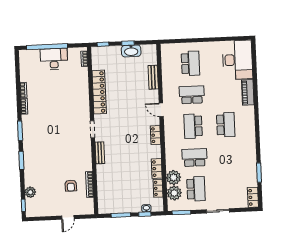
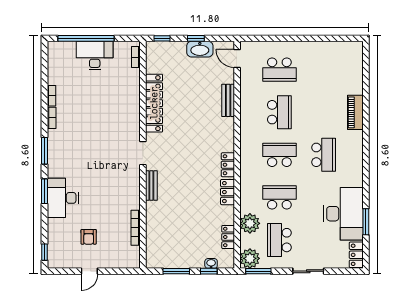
desk: (237, 60) -> (343, 214), moved
school desk: (190, 63) -> (279, 70), turned 90
bench: (153, 77) -> (228, 100), moved
school desk: (192, 95) -> (279, 112), turned 90
door: (161, 110) -> (237, 58), moved
school desk: (193, 126) -> (279, 155), turned 90
desk: (35, 165) -> (63, 198), added
locker: (157, 169) -> (228, 192), moved
armchair: (71, 186) -> (89, 237), moved
school desk: (196, 189) -> (279, 240), turned 180
plant: (30, 192) -> (55, 235), removed
plant: (174, 193) -> (250, 258), moved
door: (68, 217) -> (89, 271), moved

